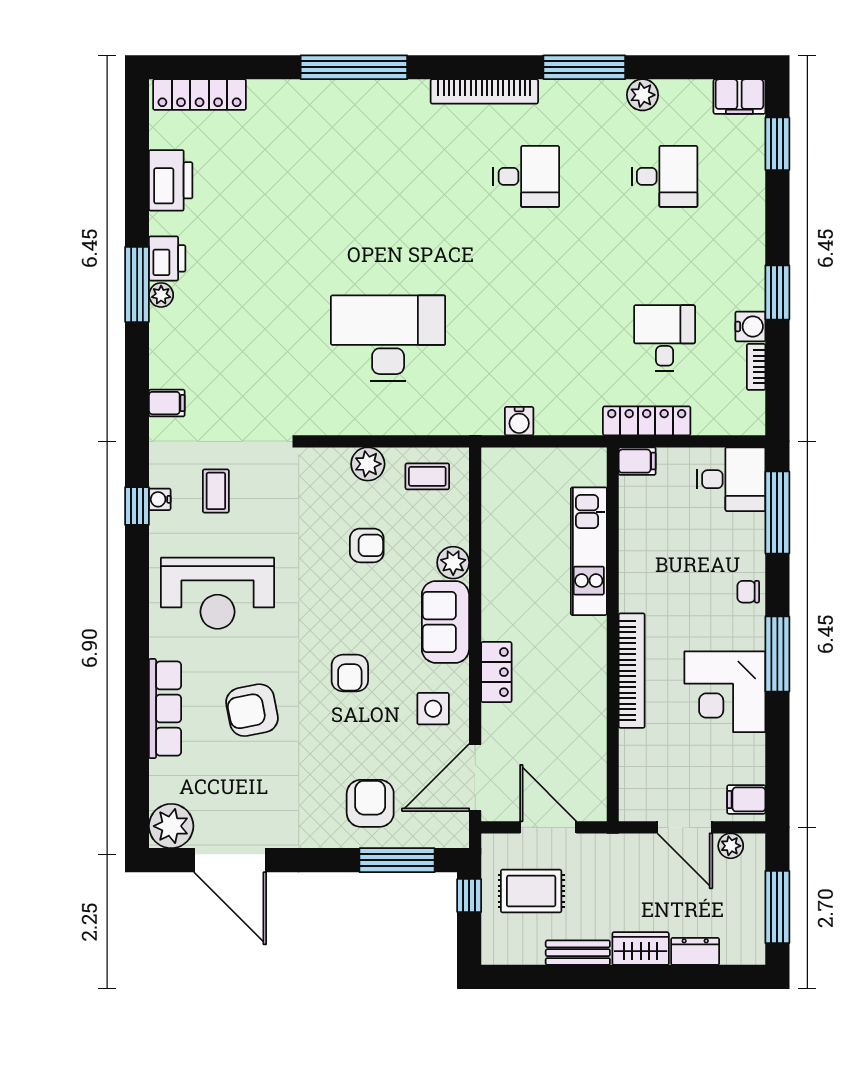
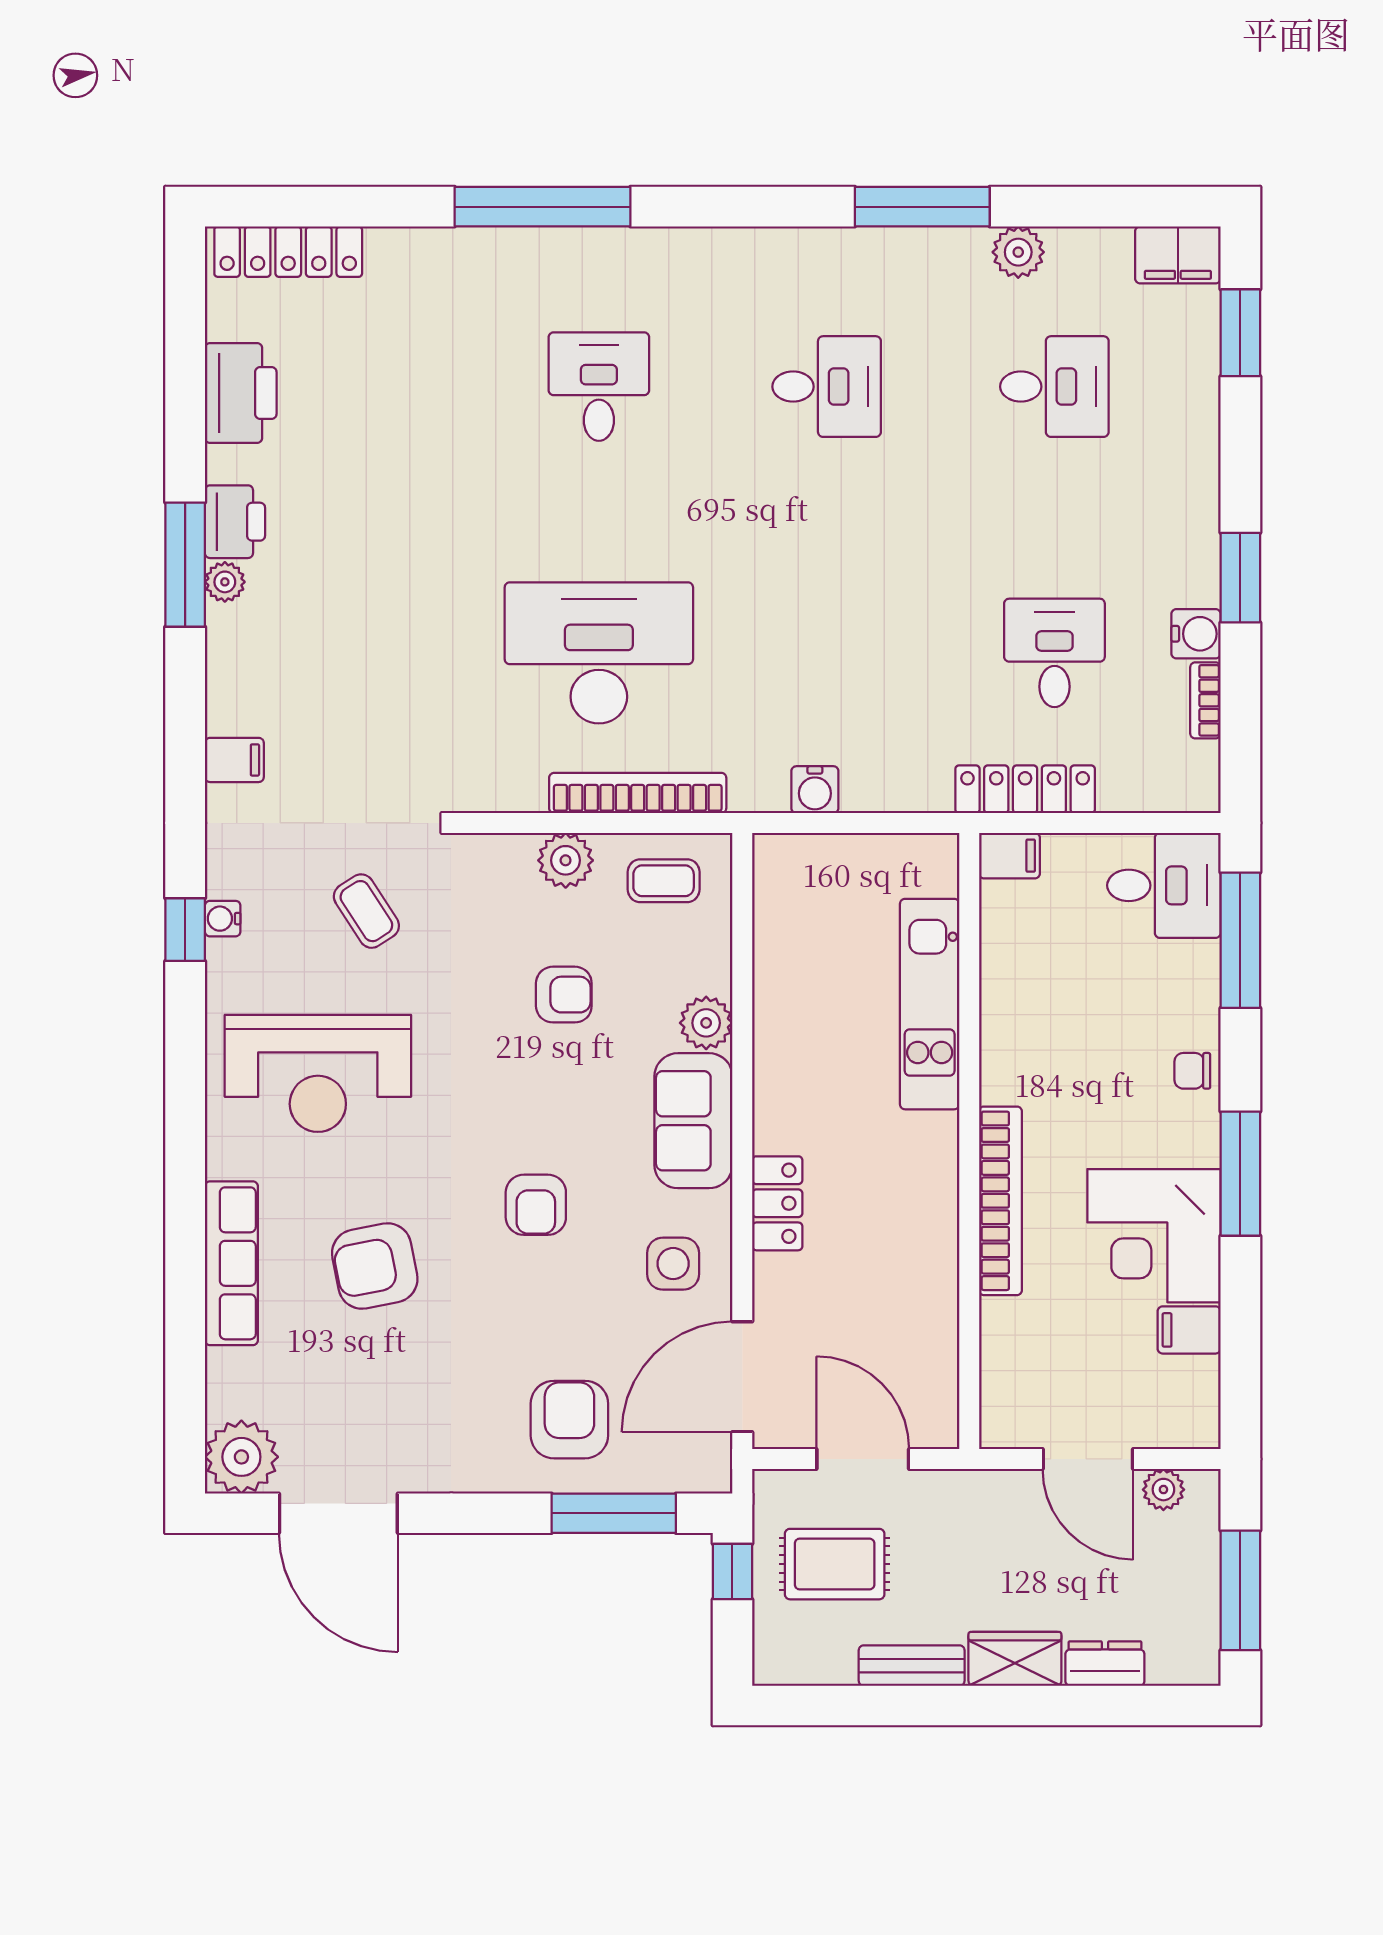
bookcase: (484, 91) -> (638, 793), moved, turned 180
desk: (388, 176) -> (599, 387), added
coffee table: (216, 491) -> (366, 911), moved, turned -33
filing cabinet: (746, 799) -> (1189, 1330), moved

